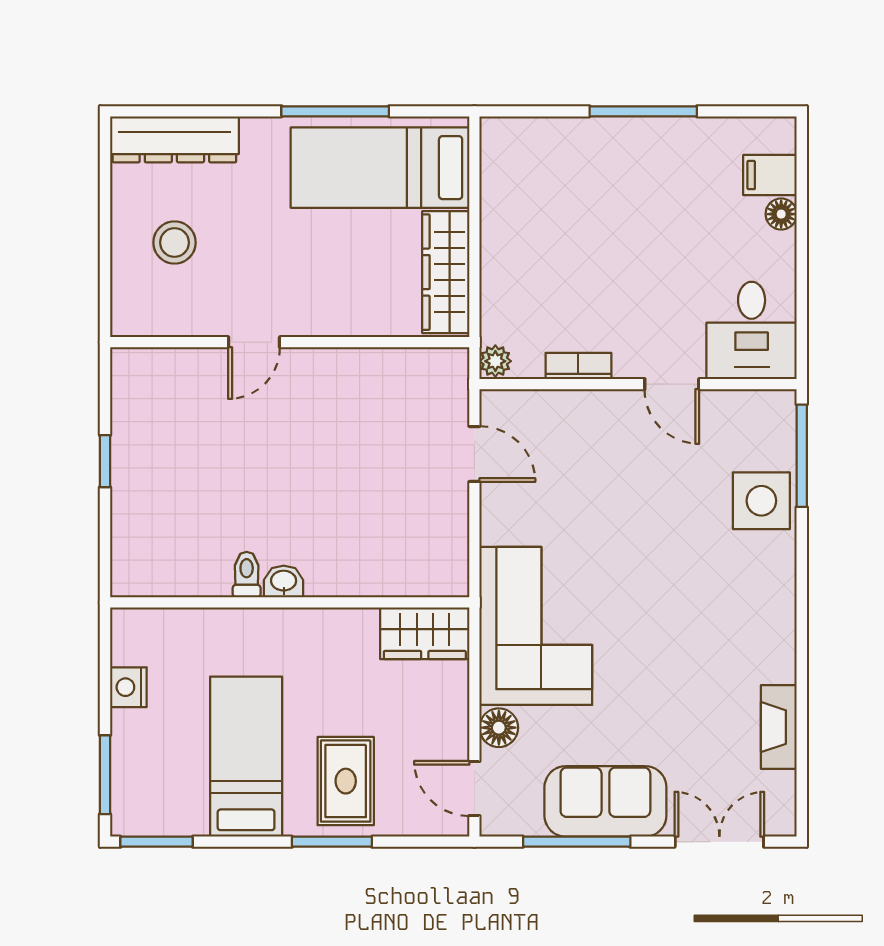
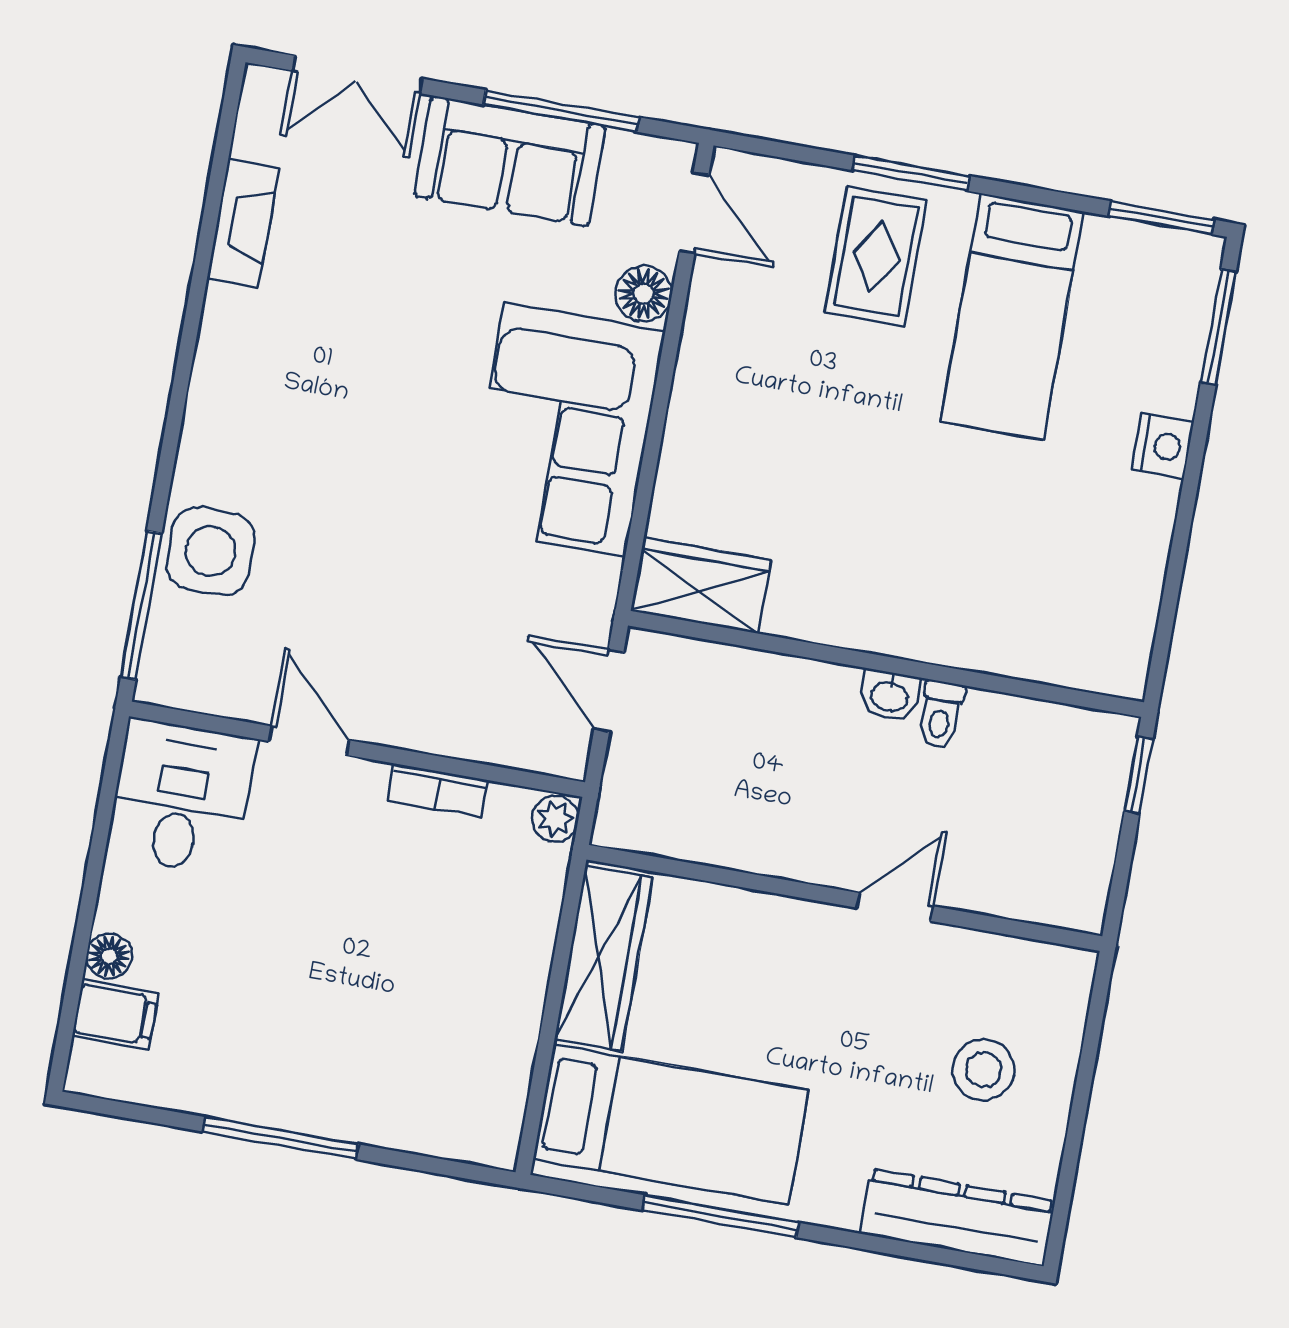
toilet: (247, 575) -> (940, 715), moved
washbasin: (284, 582) -> (889, 695), moved
wall: (290, 602) -> (886, 664), moved
wardrobe: (425, 633) -> (701, 585), moved

